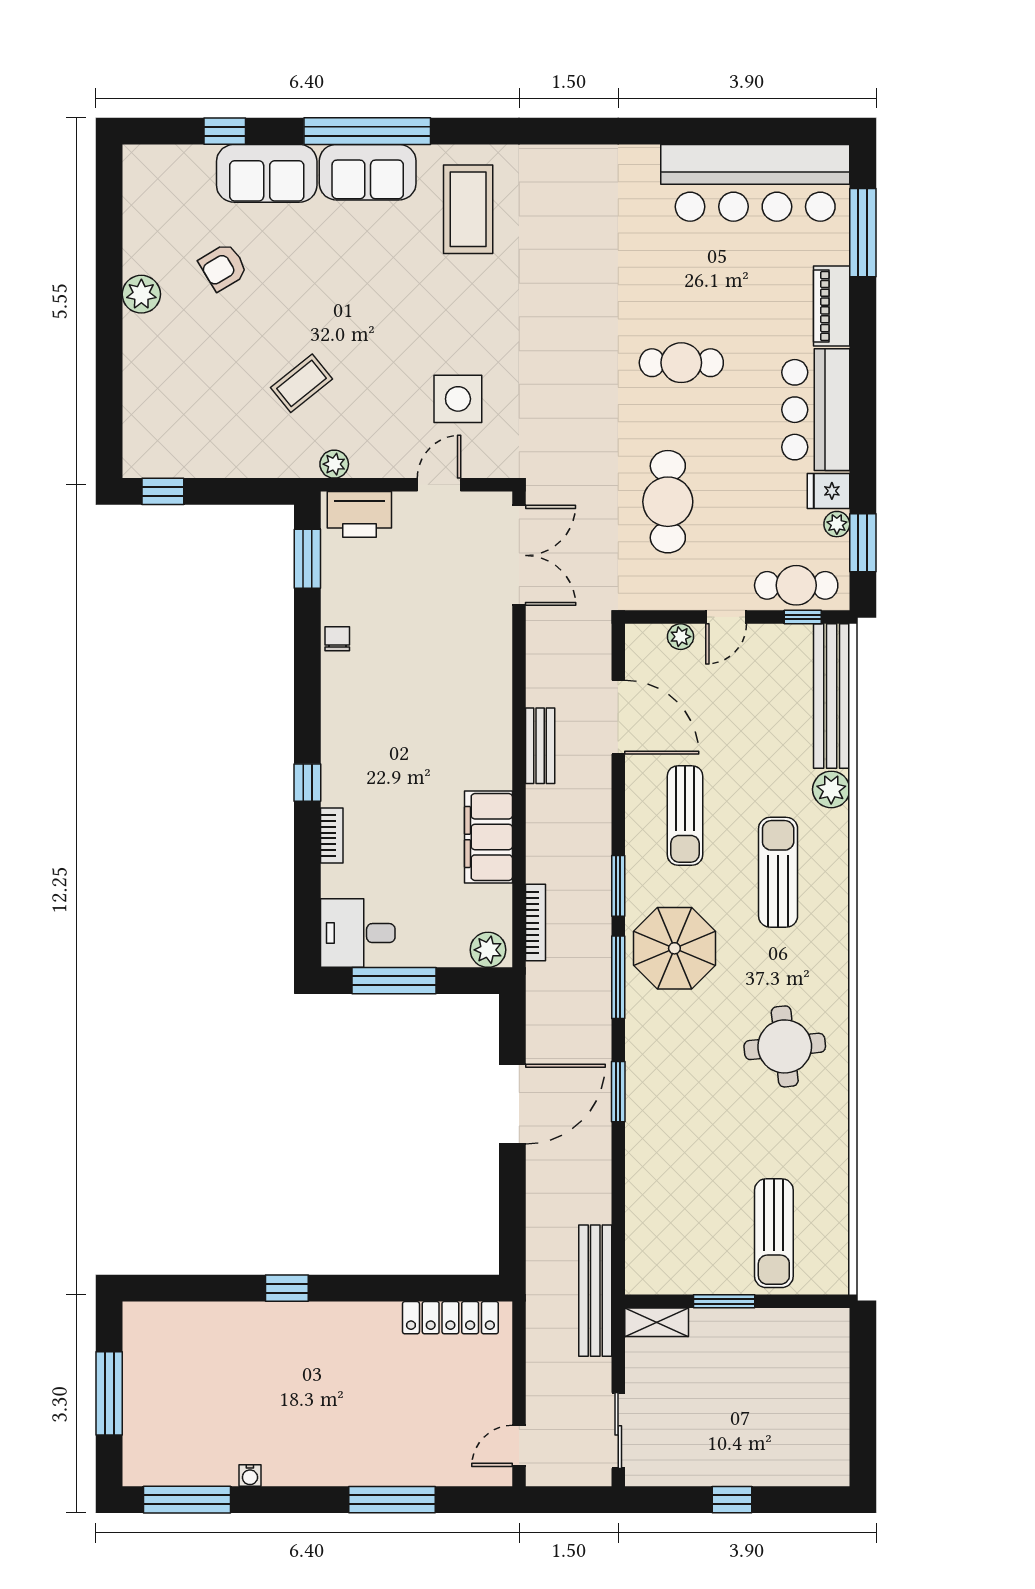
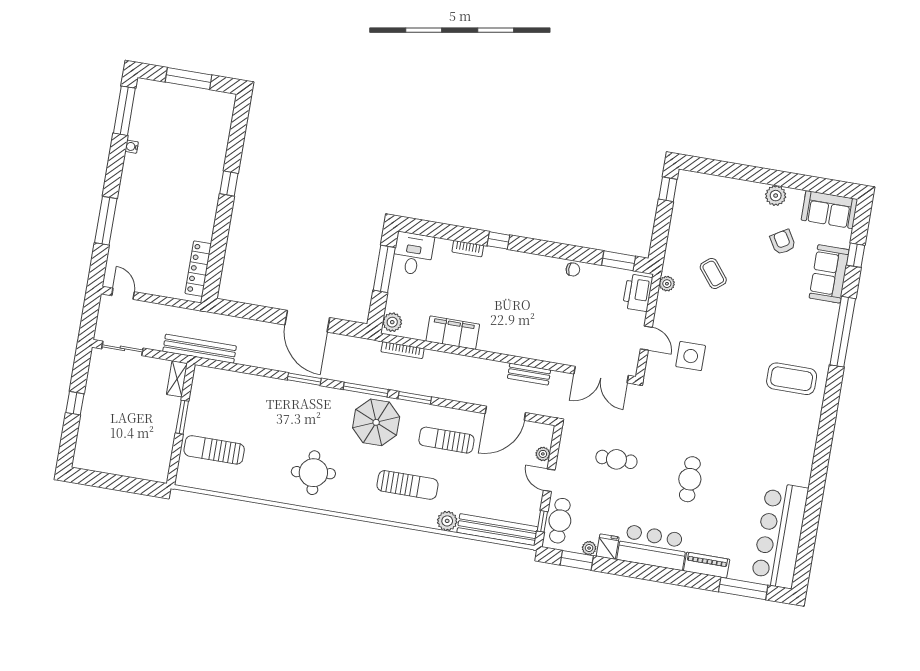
sofa: (368, 172) -> (829, 210), moved, turned -90
cafe table: (668, 502) -> (616, 459), width x0.73, depth x0.74
bench: (540, 746) -> (529, 374), moved

